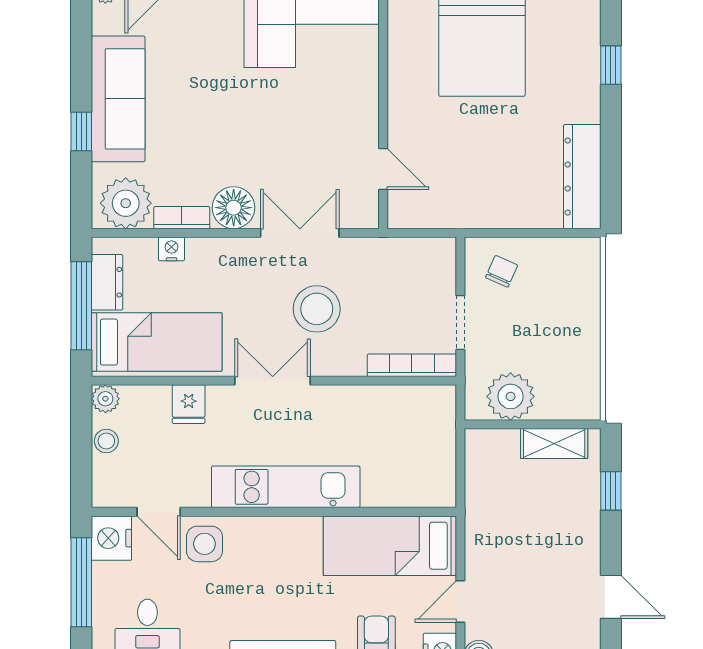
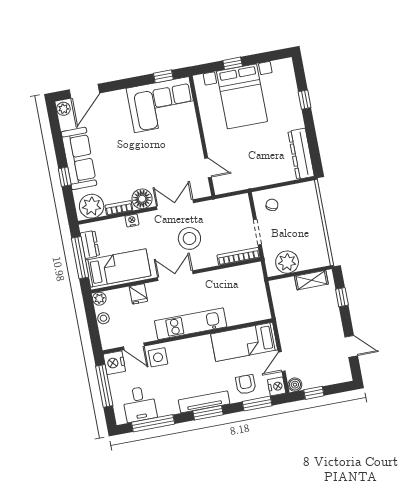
nightstand: (172, 249) -> (132, 221), moved

